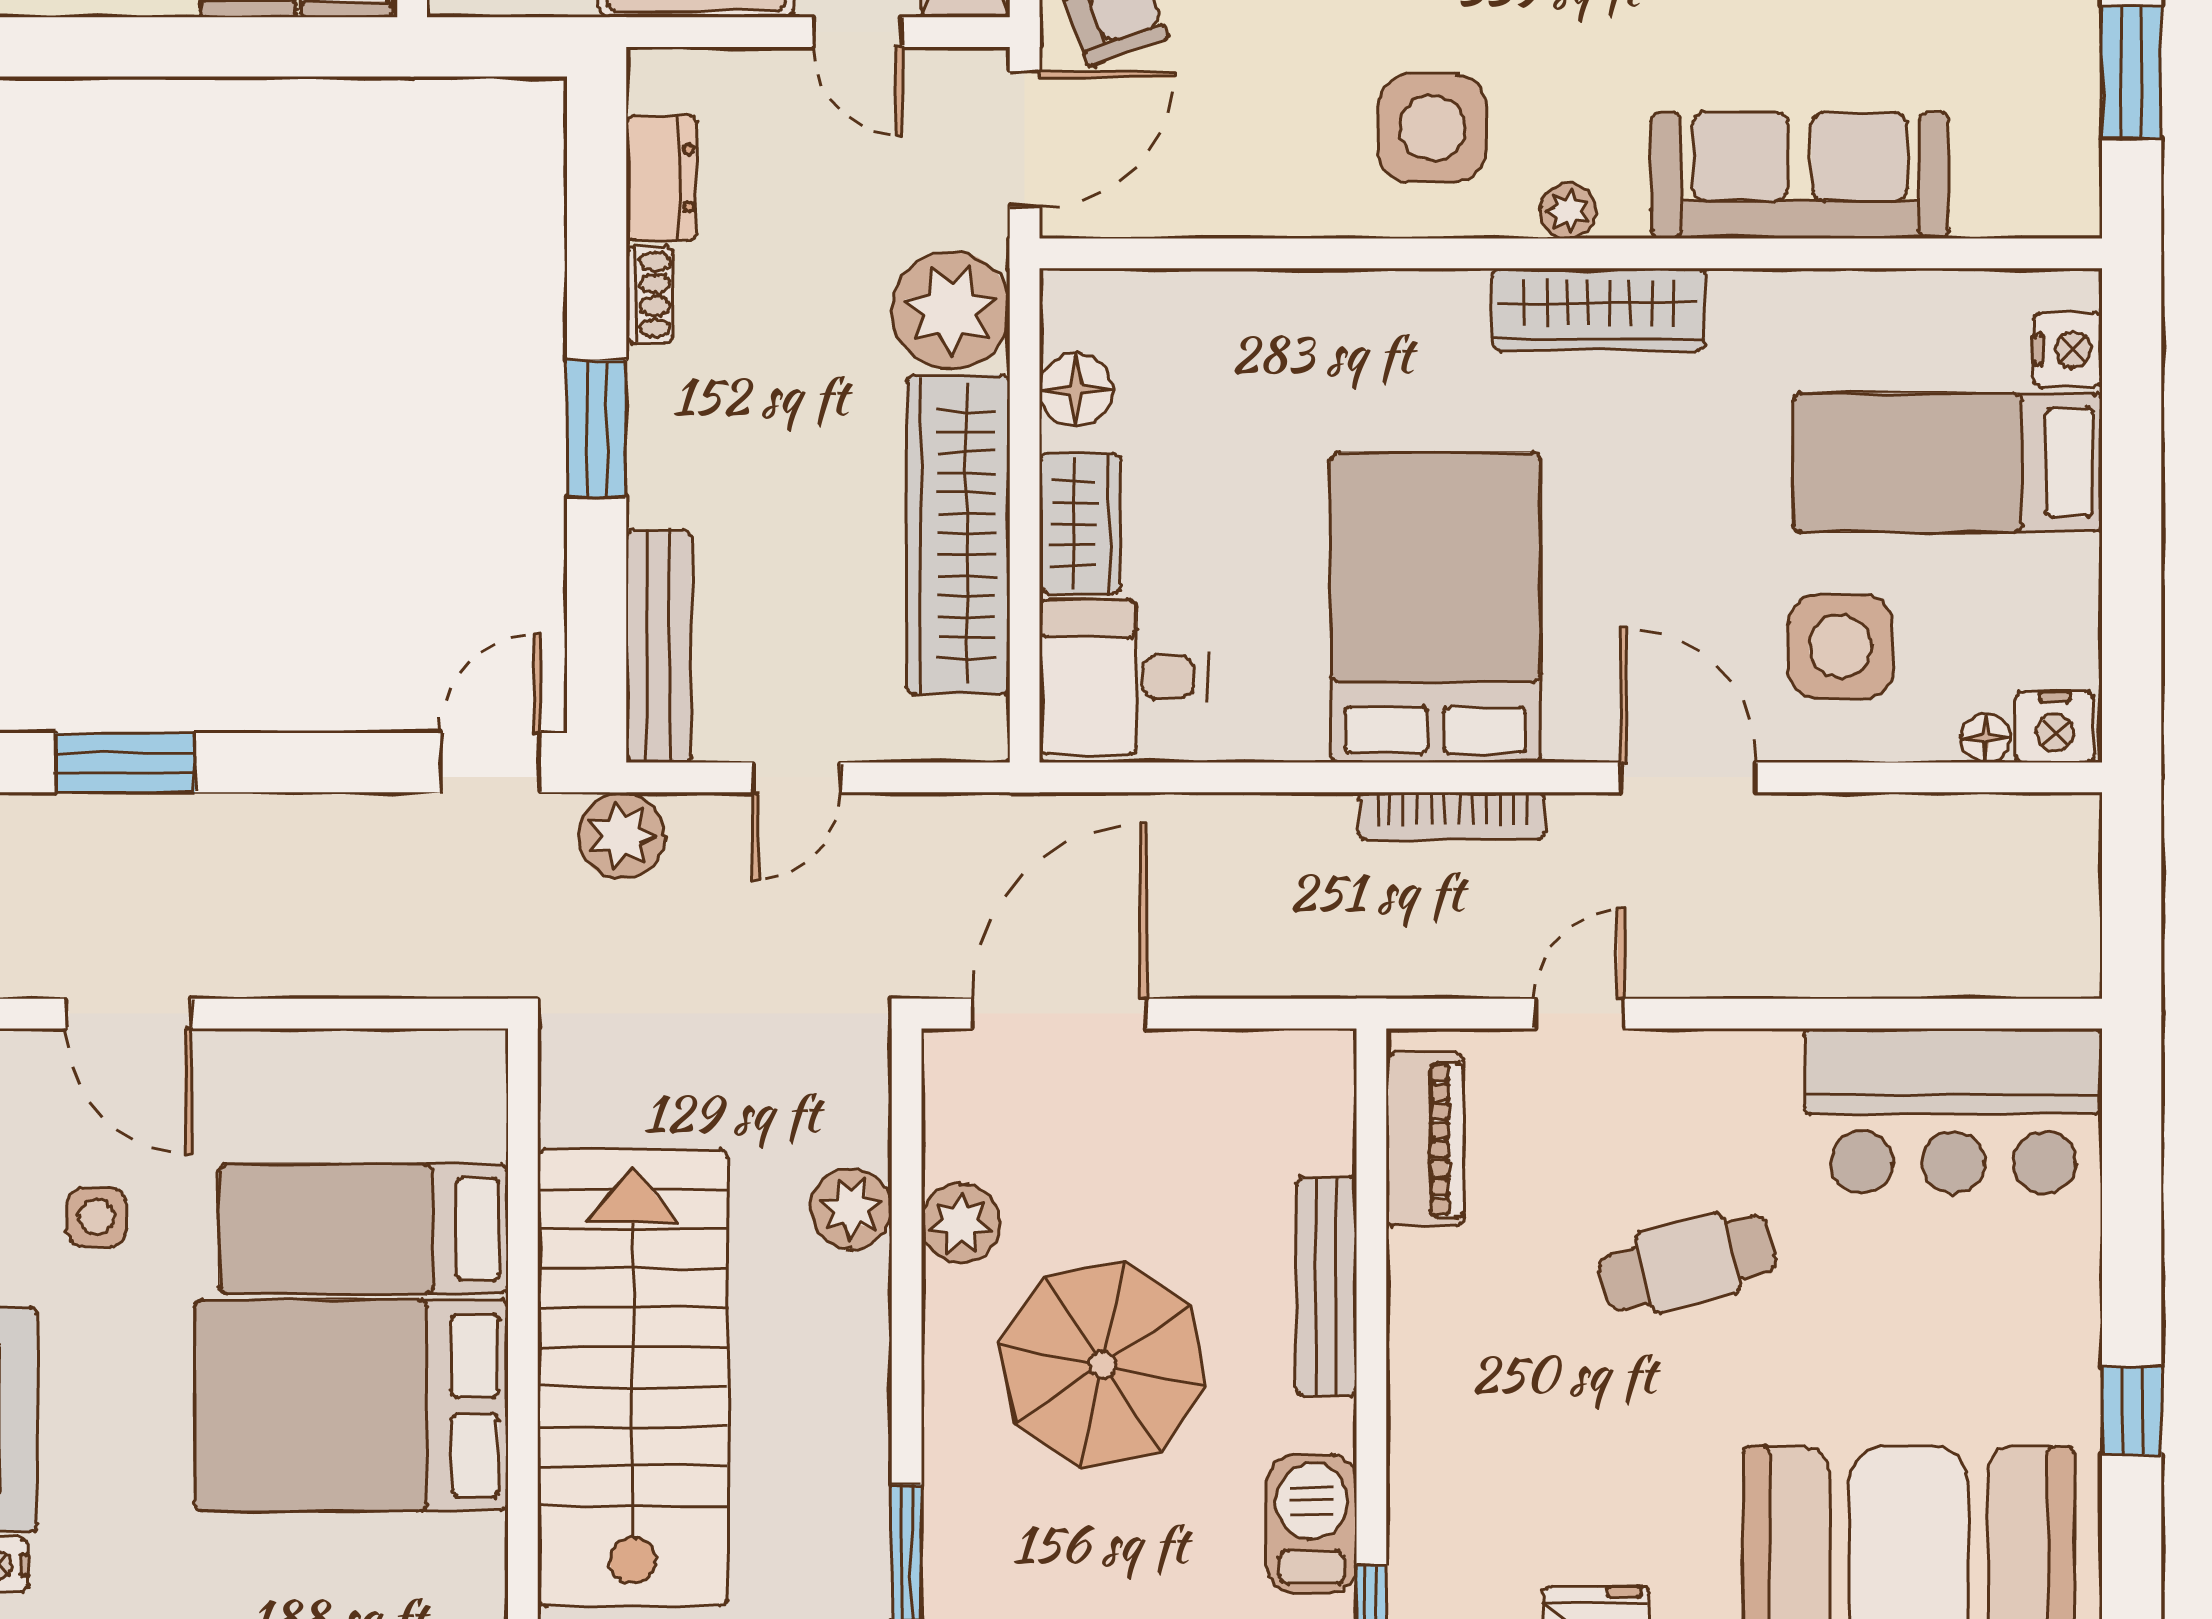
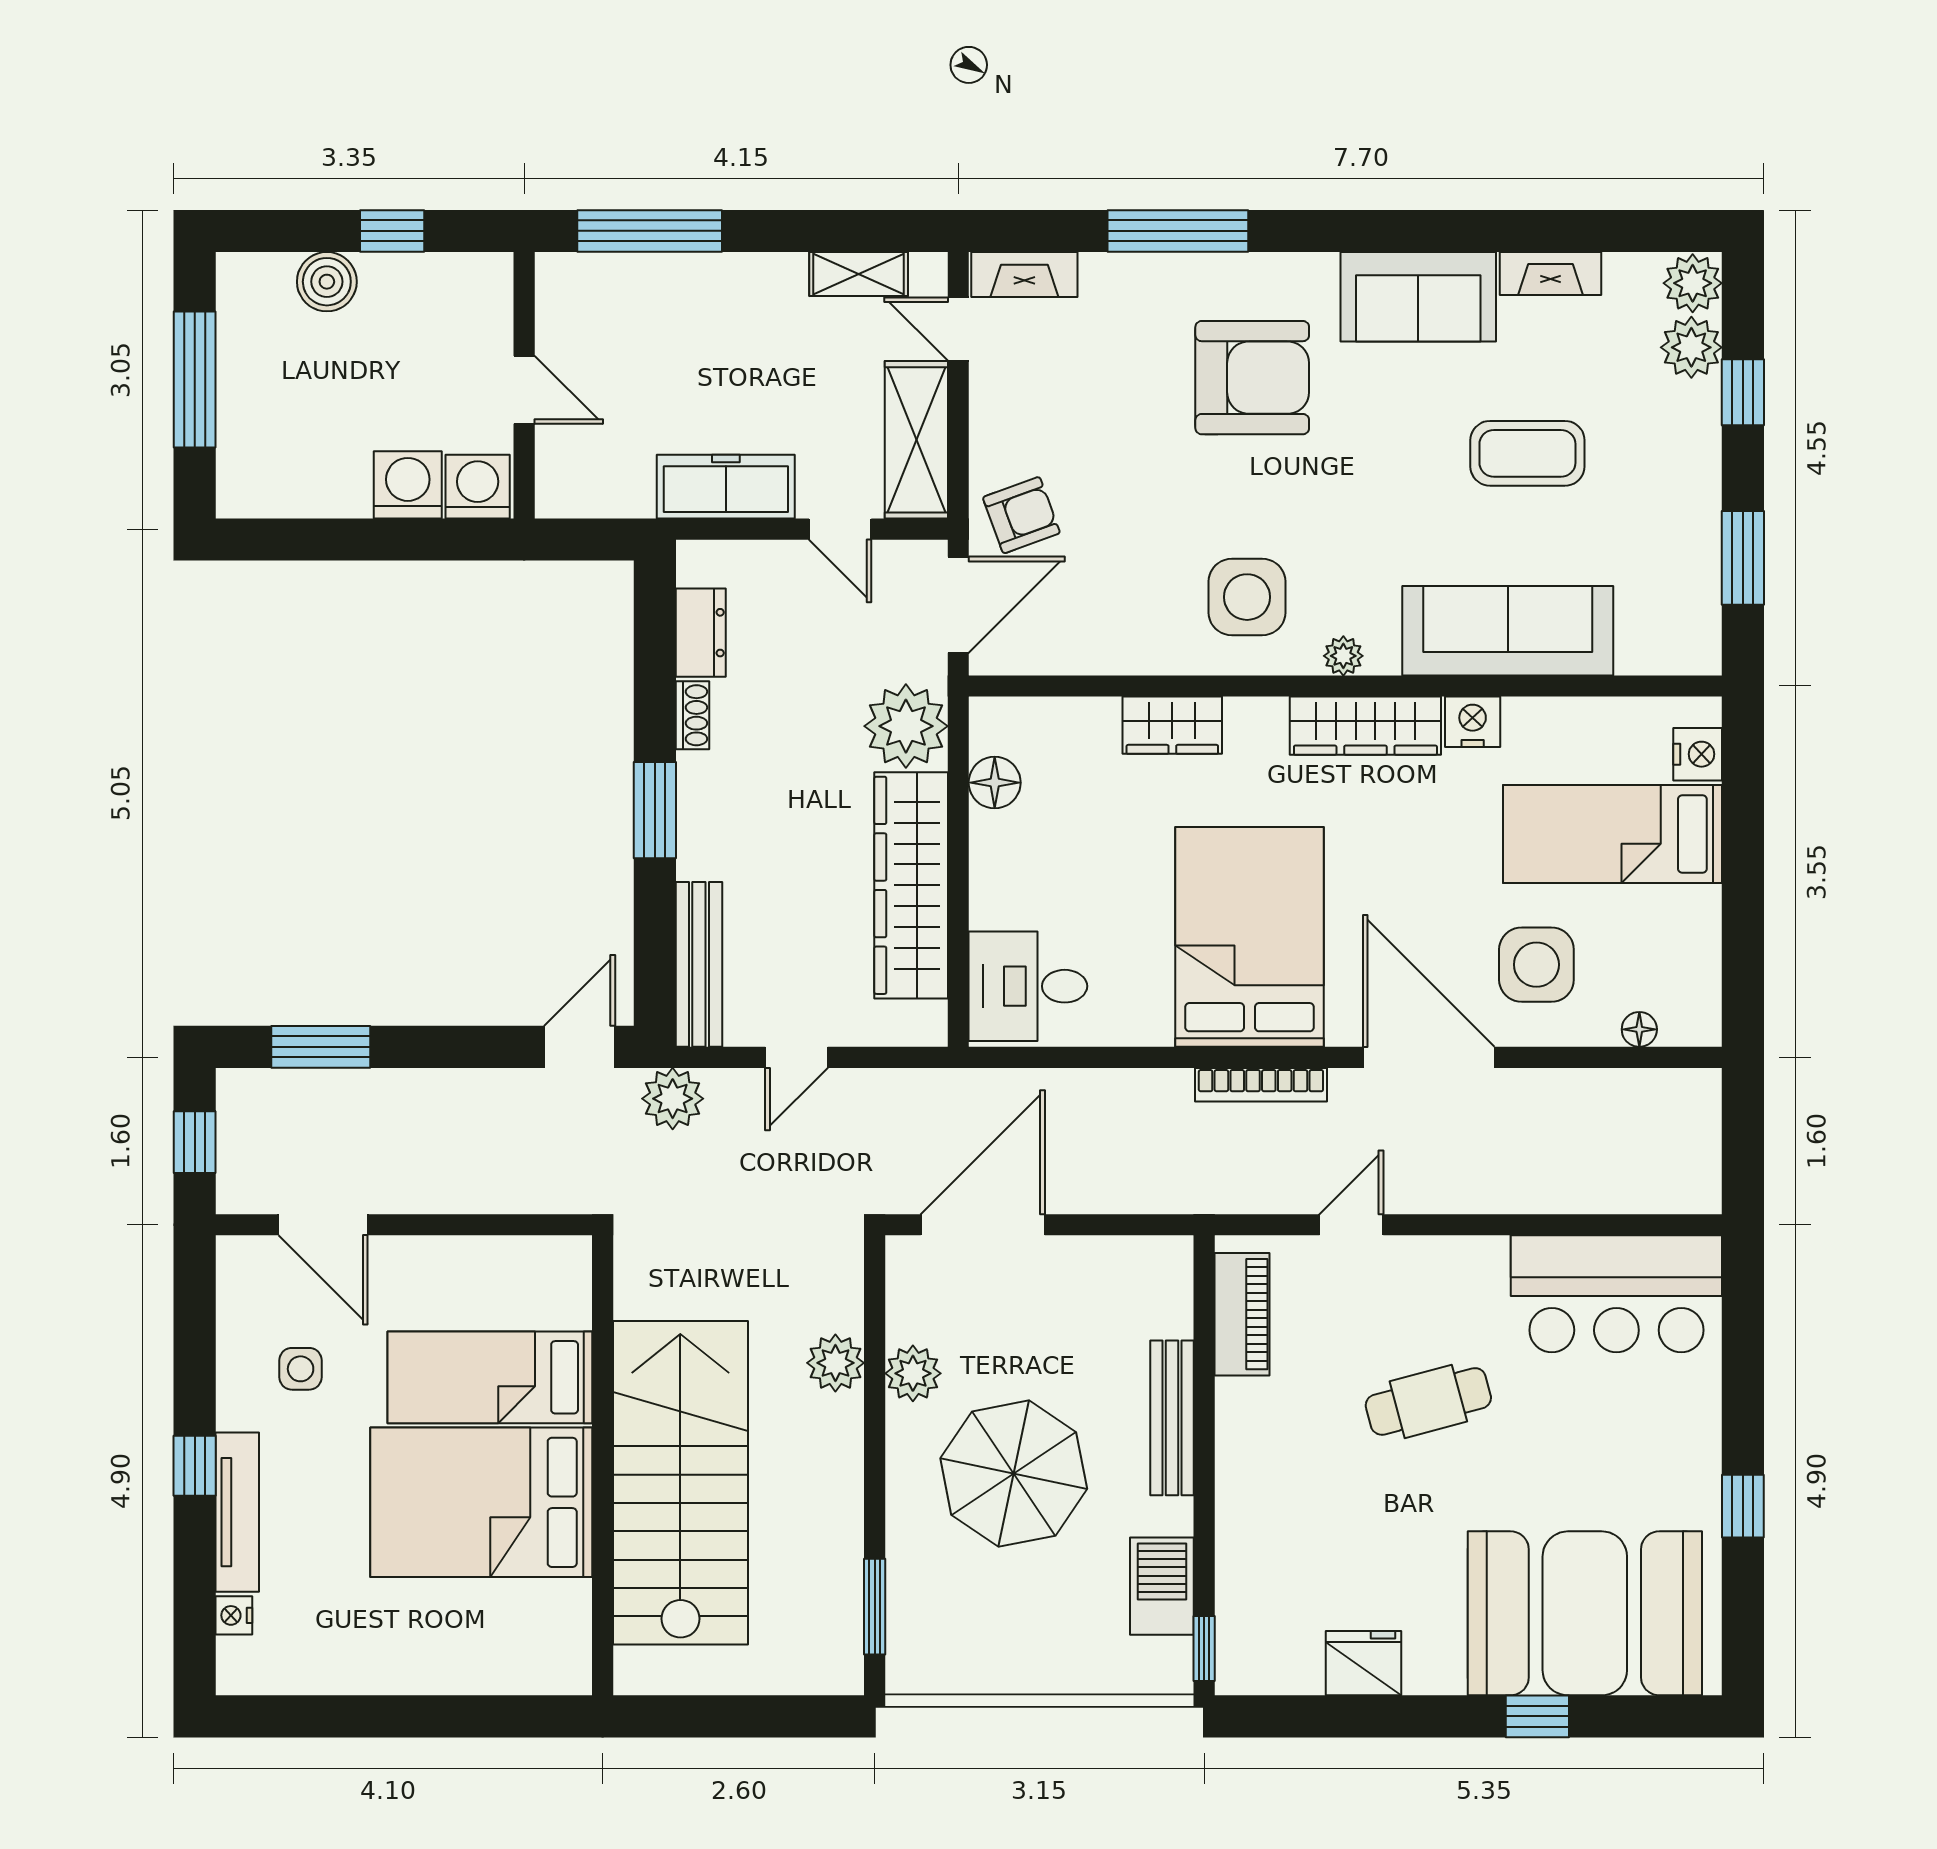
wardrobe: (1080, 524) -> (1172, 725), moved, turned 90
nightstand: (2055, 727) -> (1473, 722), moved, turned 180
door: (1688, 777) -> (1429, 1057), width x1.36

